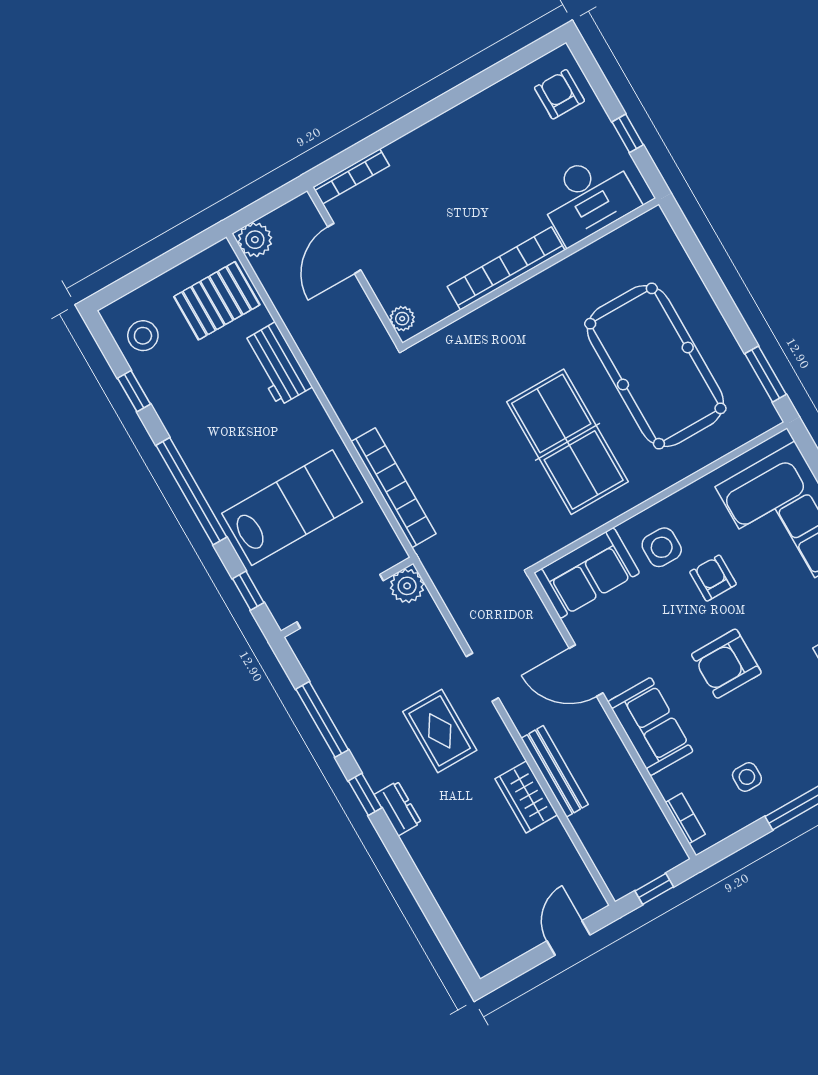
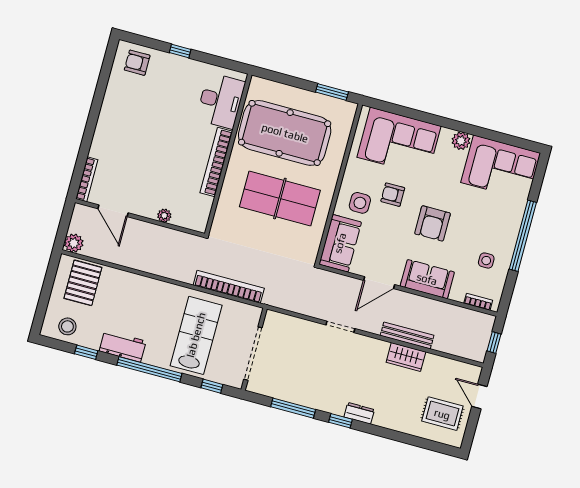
desk: (588, 197) -> (221, 101), moved
bookcase: (506, 268) -> (216, 162), moved
wall: (531, 274) -> (228, 154), moved
workbench: (277, 364) -> (123, 346), moved, turned 180
plant: (407, 586) -> (274, 321), removed
rug: (440, 731) -> (442, 414), moved

